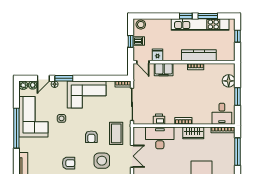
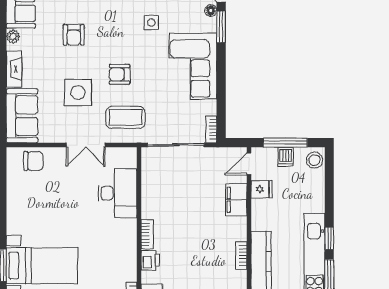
window: (131, 41) -> (285, 143), width x2.17
printer: (159, 119) -> (150, 260), moved
wardrobe: (193, 133) -> (126, 251), removed

